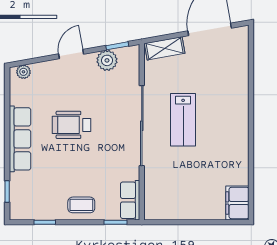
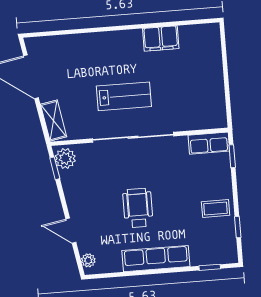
door: (71, 54) -> (71, 231), moved
plant: (107, 60) -> (65, 158), moved
wheelchair: (72, 125) -> (138, 208), turned 180
filing cabinet: (237, 203) -> (161, 38), moved
coffee table: (81, 205) -> (216, 208), moved, turned 90

